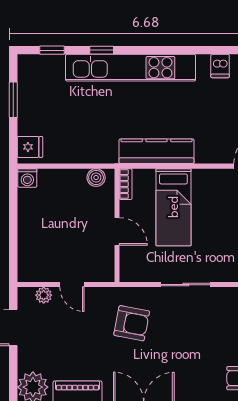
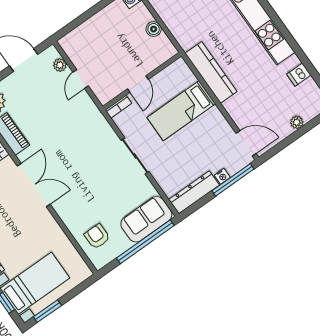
boiler: (96, 178) -> (154, 29), moved
bookcase: (126, 184) -> (118, 107), moved
armchair: (132, 323) -> (83, 138), removed

